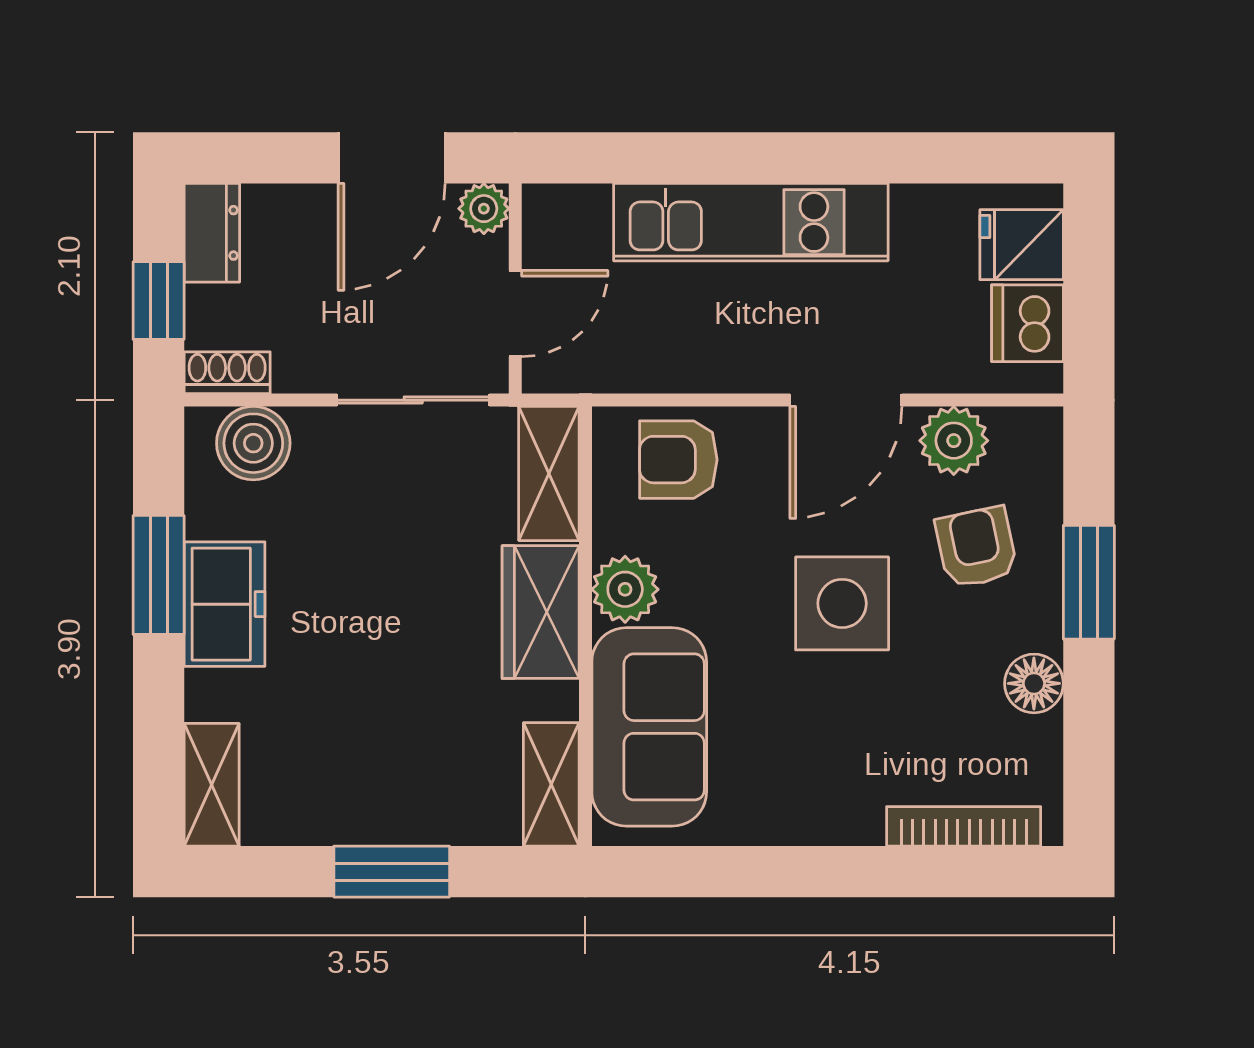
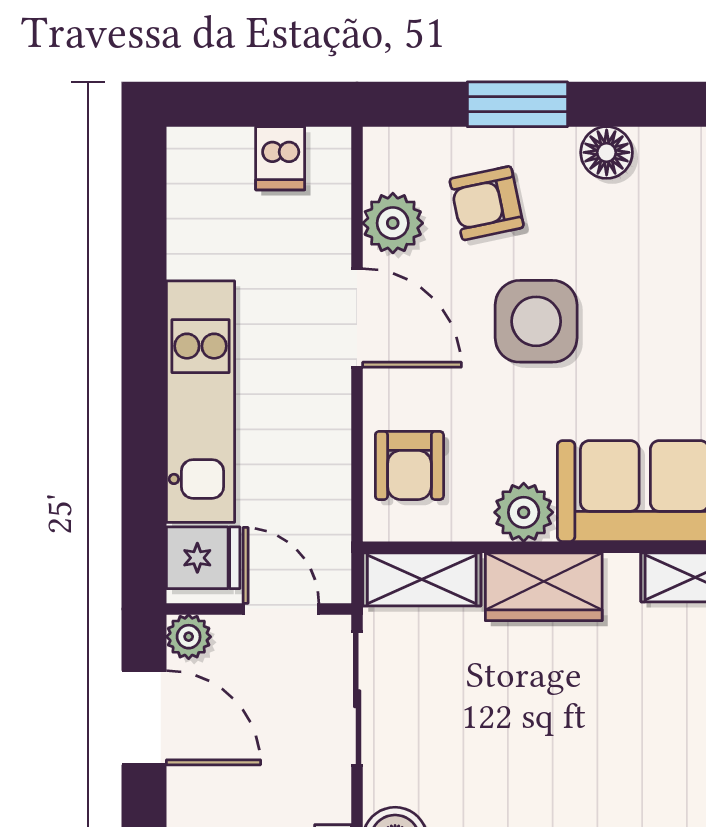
fridge: (1022, 245) -> (203, 558), moved, turned -90
dishwasher: (1027, 323) -> (280, 158), width x0.73

